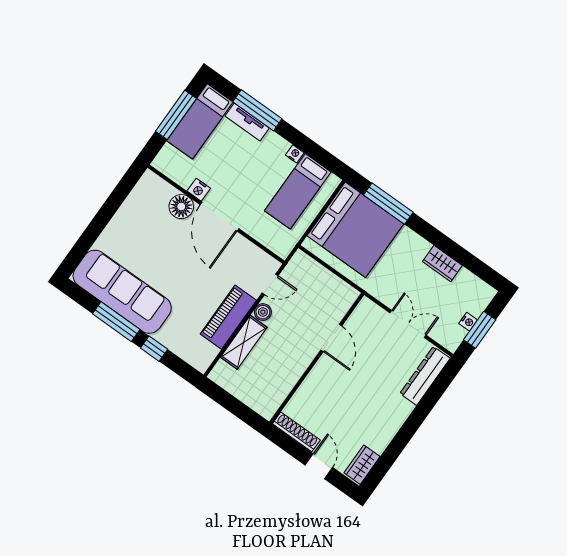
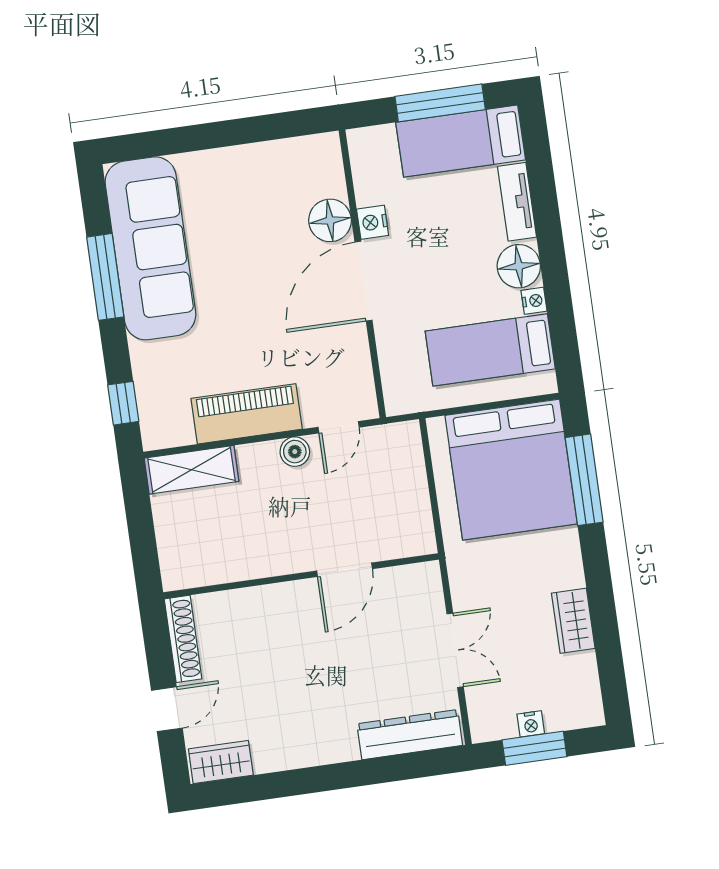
window: (257, 110) -> (544, 201), removed
floor lamp: (274, 147) -> (519, 266), added
door: (270, 284) -> (339, 427), hinge flipped
shelving: (244, 342) -> (191, 470), moved
window: (154, 349) -> (123, 403), moved

